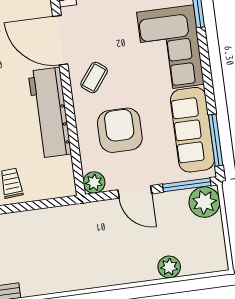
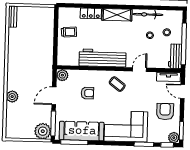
door: (60, 40) -> (139, 70), width x0.53
armchair: (120, 130) -> (87, 93), width x0.53, depth x0.53
plant: (169, 267) -> (12, 97), moved

